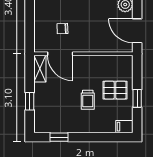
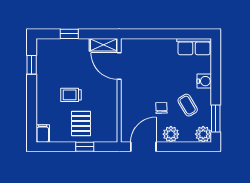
chair: (62, 29) -> (161, 108), moved
door: (60, 54) -> (119, 66), hinge flipped
window: (137, 98) -> (85, 147), moved

